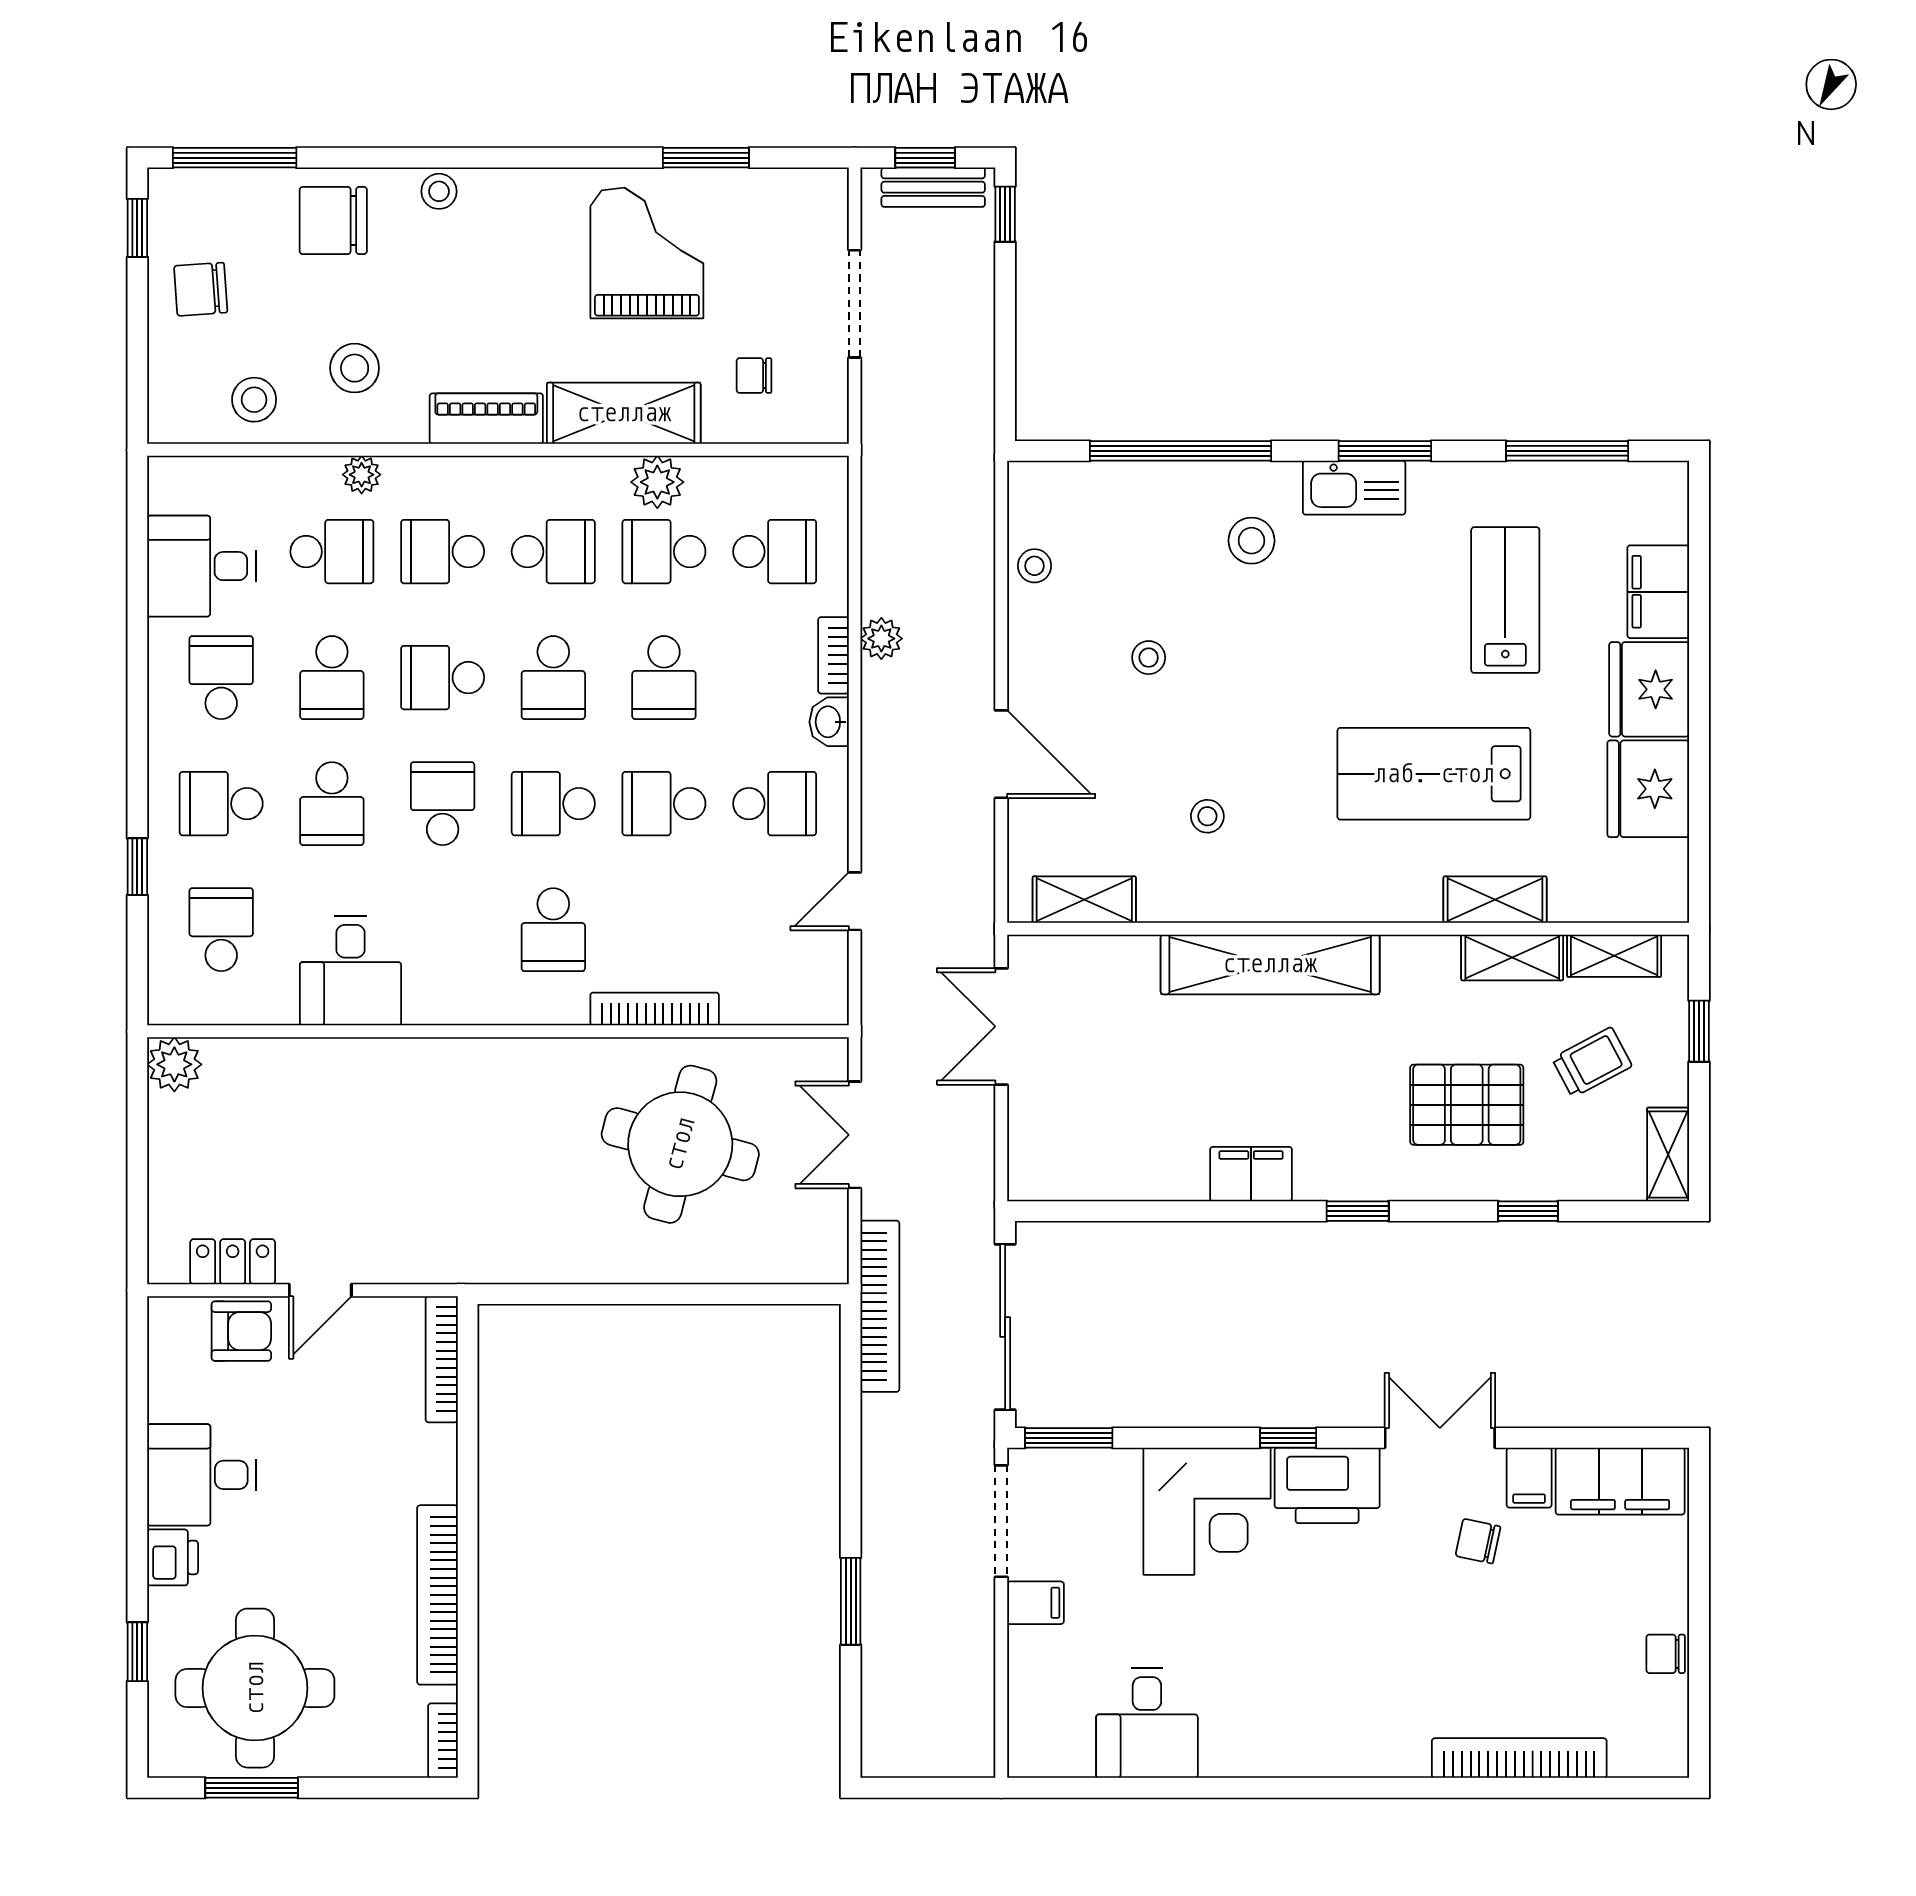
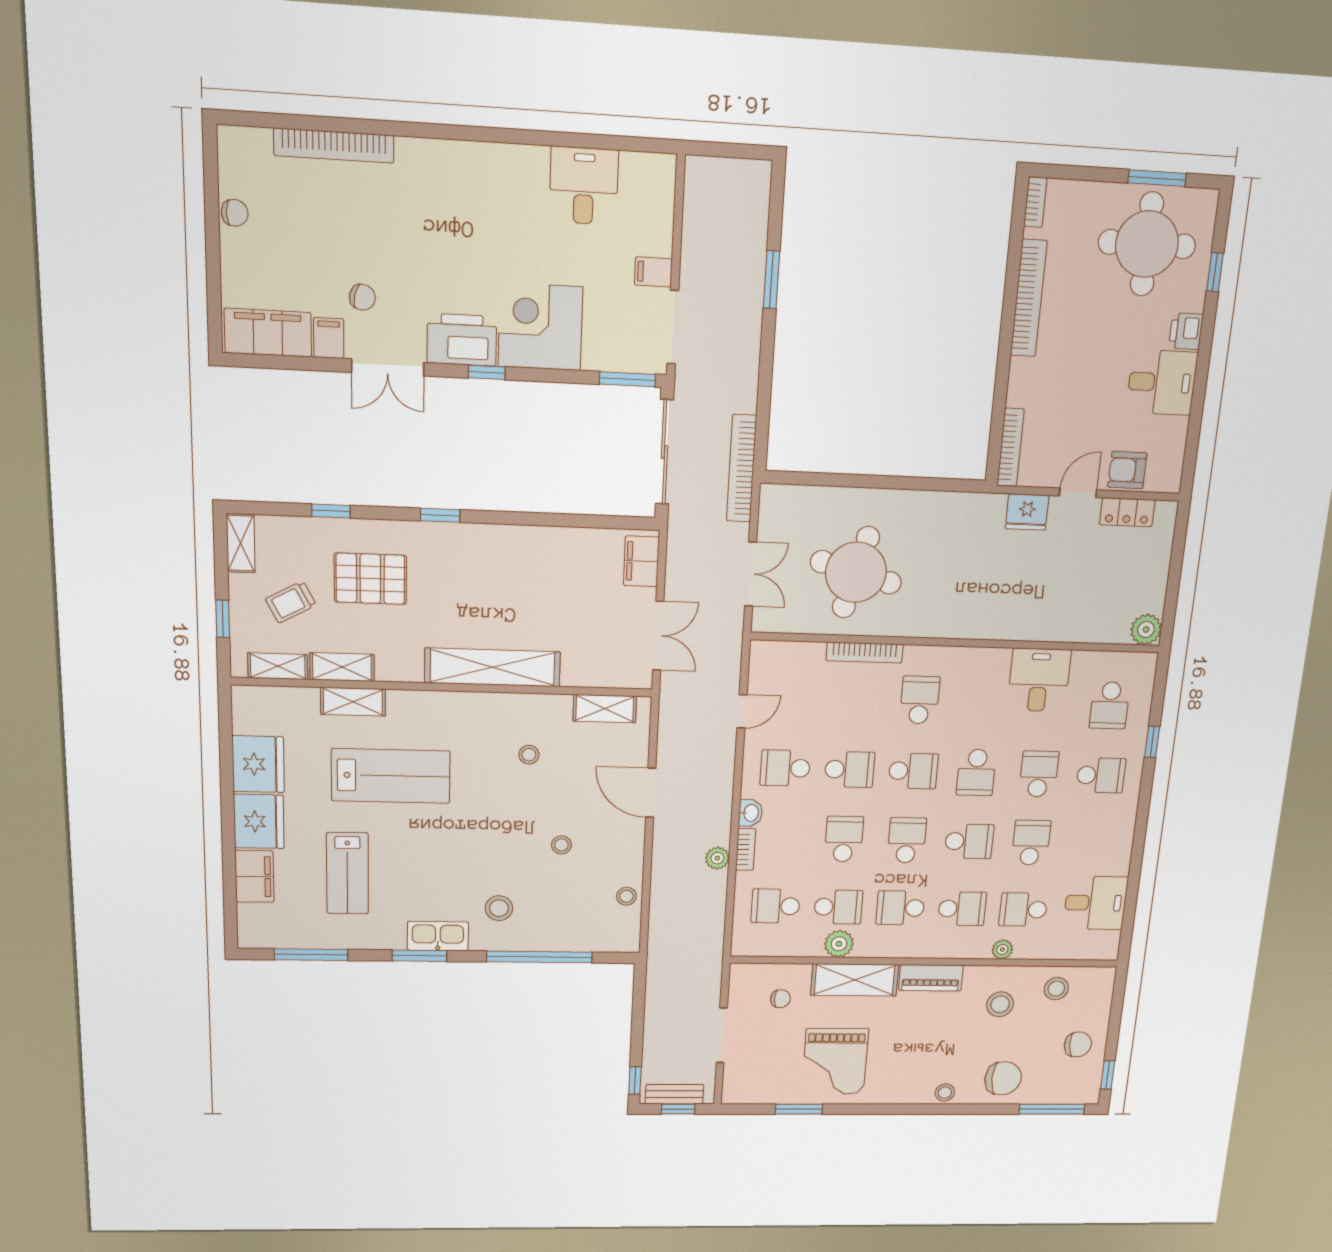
school desk: (221, 678) -> (1092, 844), removed
filing cabinet: (1251, 1174) -> (641, 561), moved, turned 90
fridge: (403, 1255) -> (1027, 512), added

